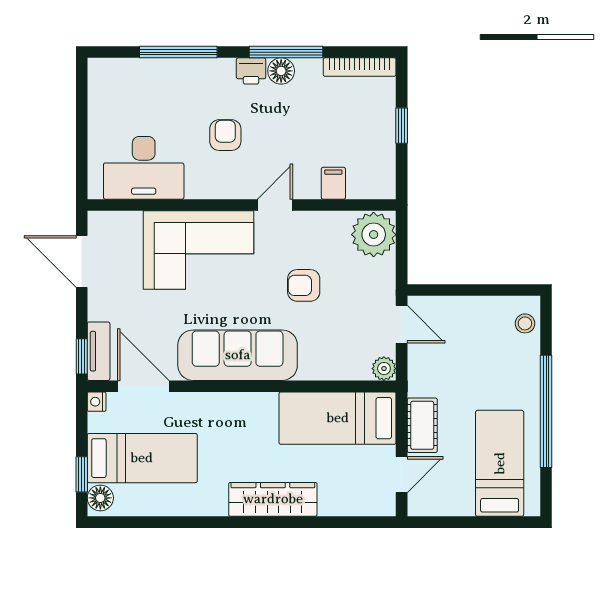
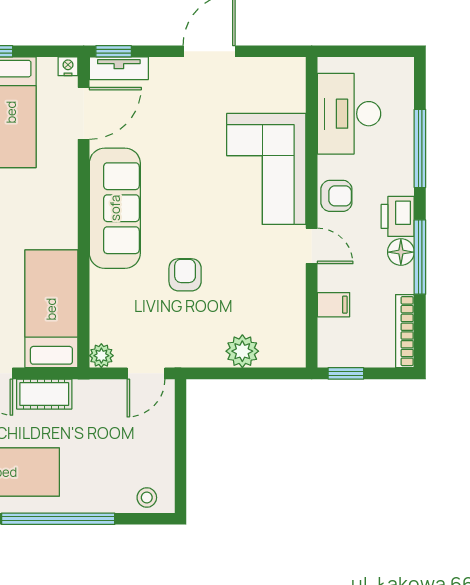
printer: (251, 71) -> (398, 216), width x1.36, depth x1.24
desk: (144, 168) -> (349, 114), moved
filing cabinet: (333, 183) -> (333, 305), moved
wall: (242, 205) -> (312, 212), moved
door: (275, 205) -> (312, 246), moved
plant: (374, 235) -> (242, 351), width x0.73, depth x0.73
corner sofa: (199, 250) -> (266, 169), moved

